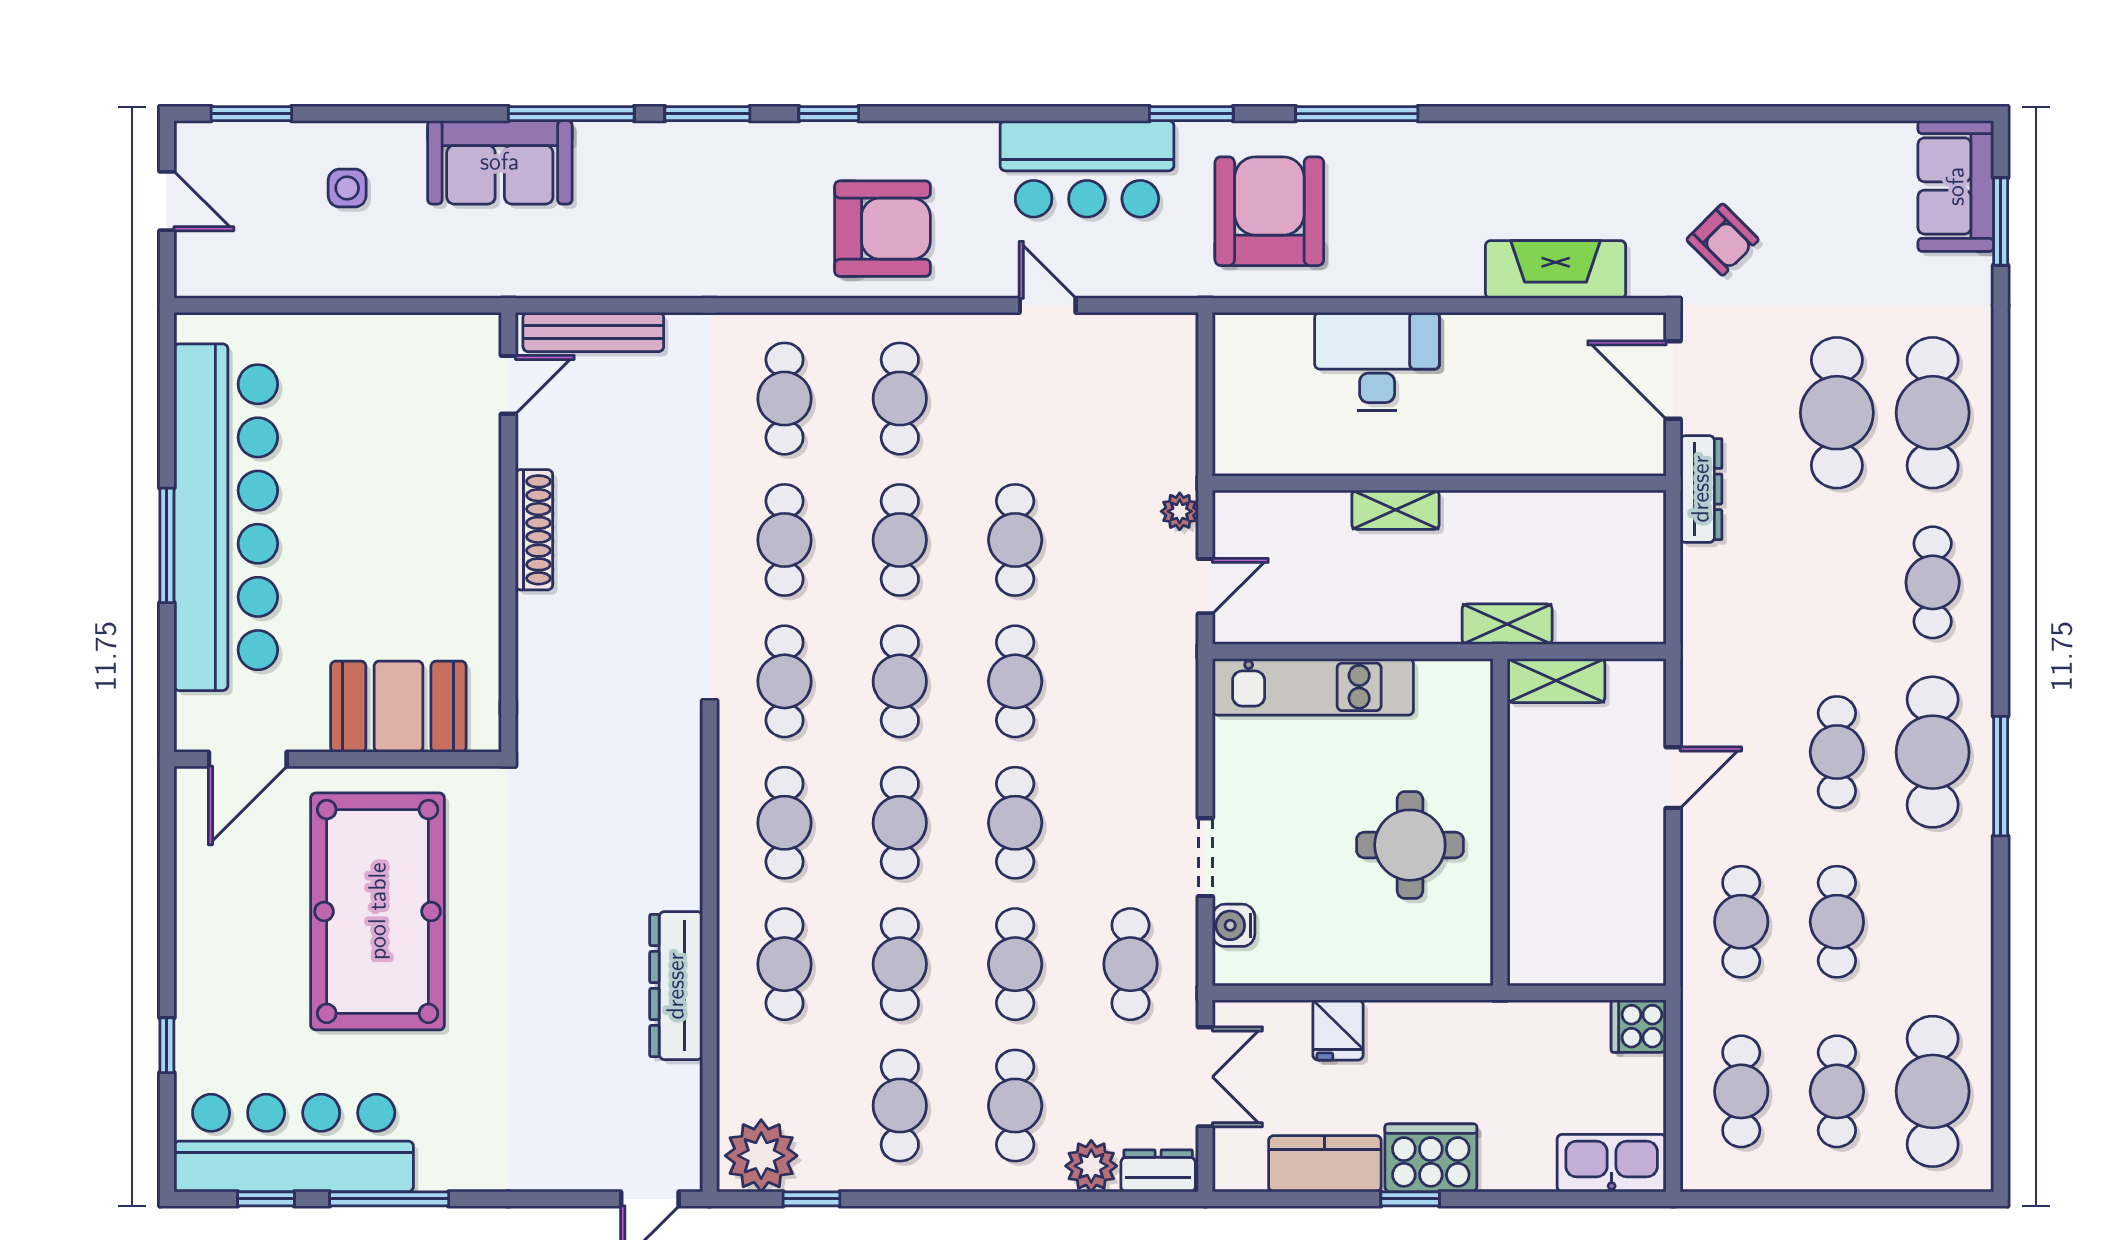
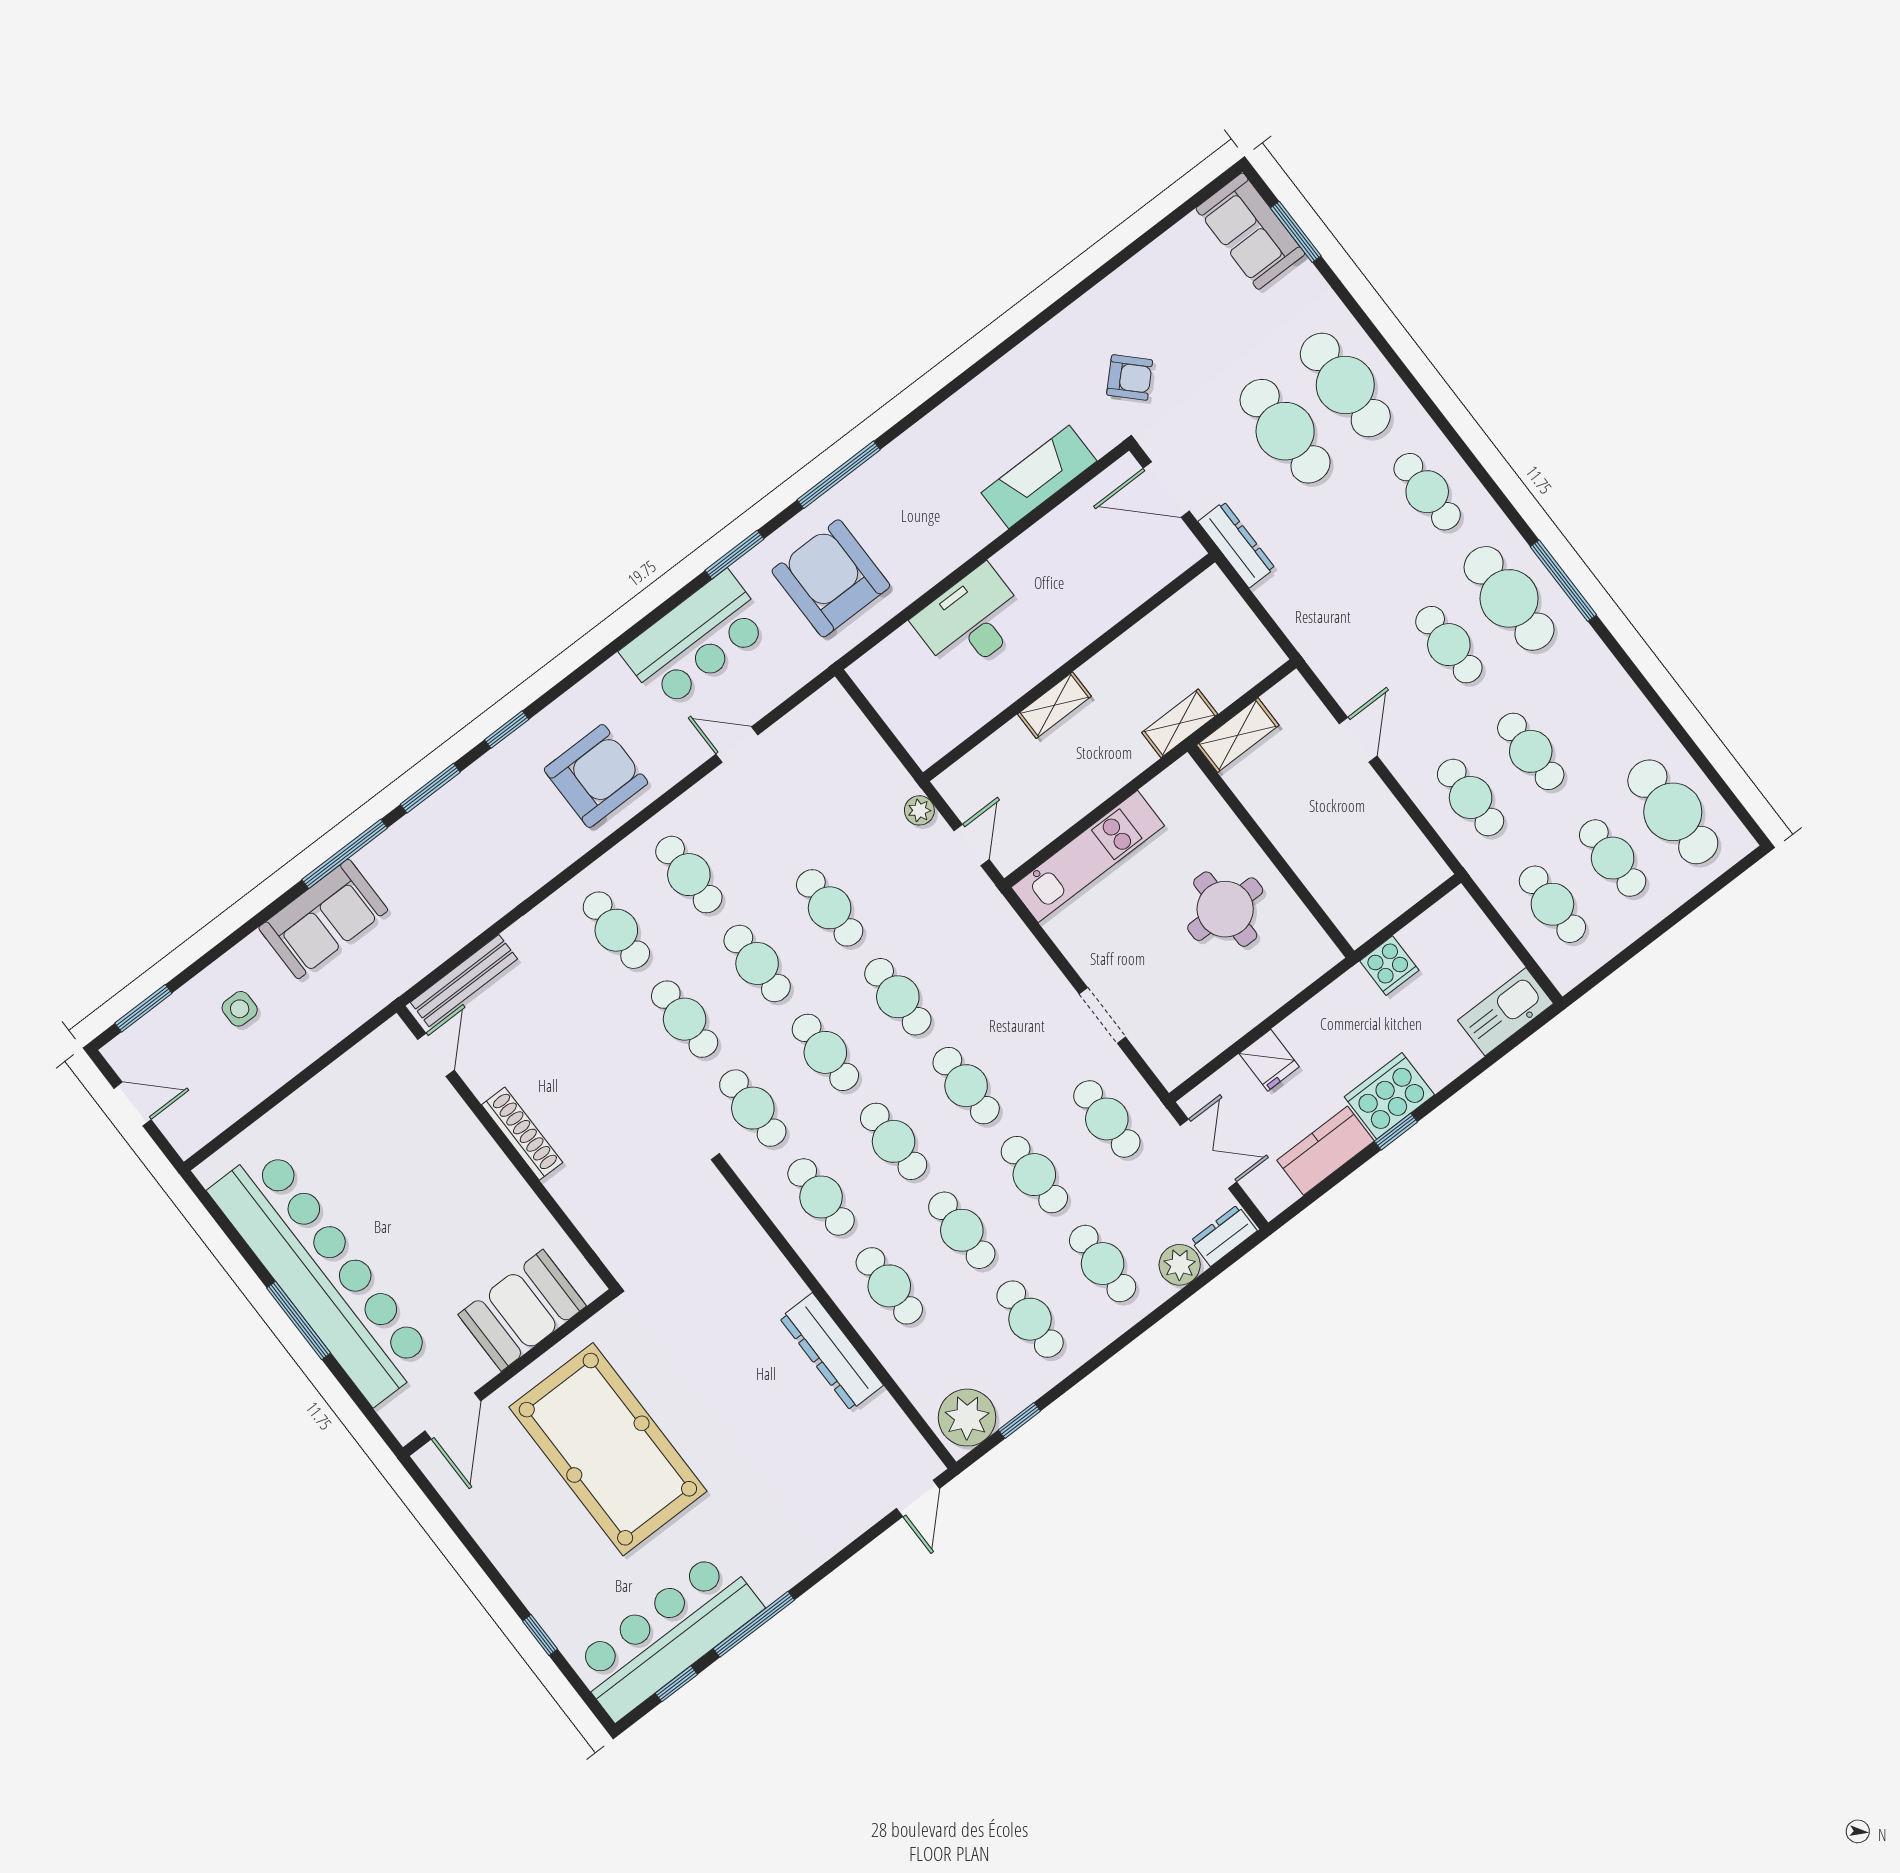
water cooler: (1234, 925) -> (1153, 1045), removed
cooker: (1639, 1026) -> (1389, 966), moved, turned -90

